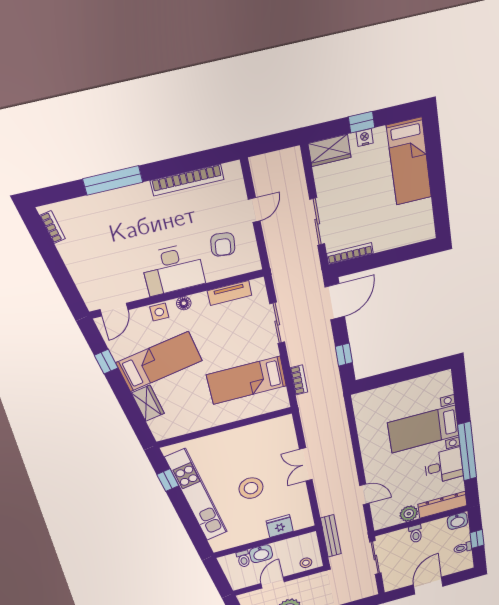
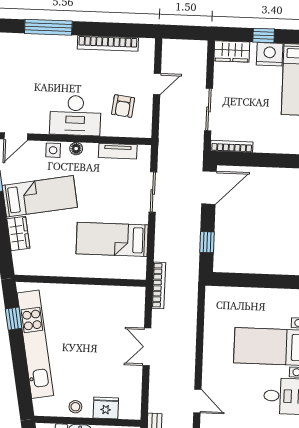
nightstand: (365, 138) -> (270, 54), width x1.89, depth x1.79
bookcase: (299, 380) -> (159, 285), moved, width x1.56
stool: (251, 488) -> (75, 407), moved, width x0.53, depth x0.53

